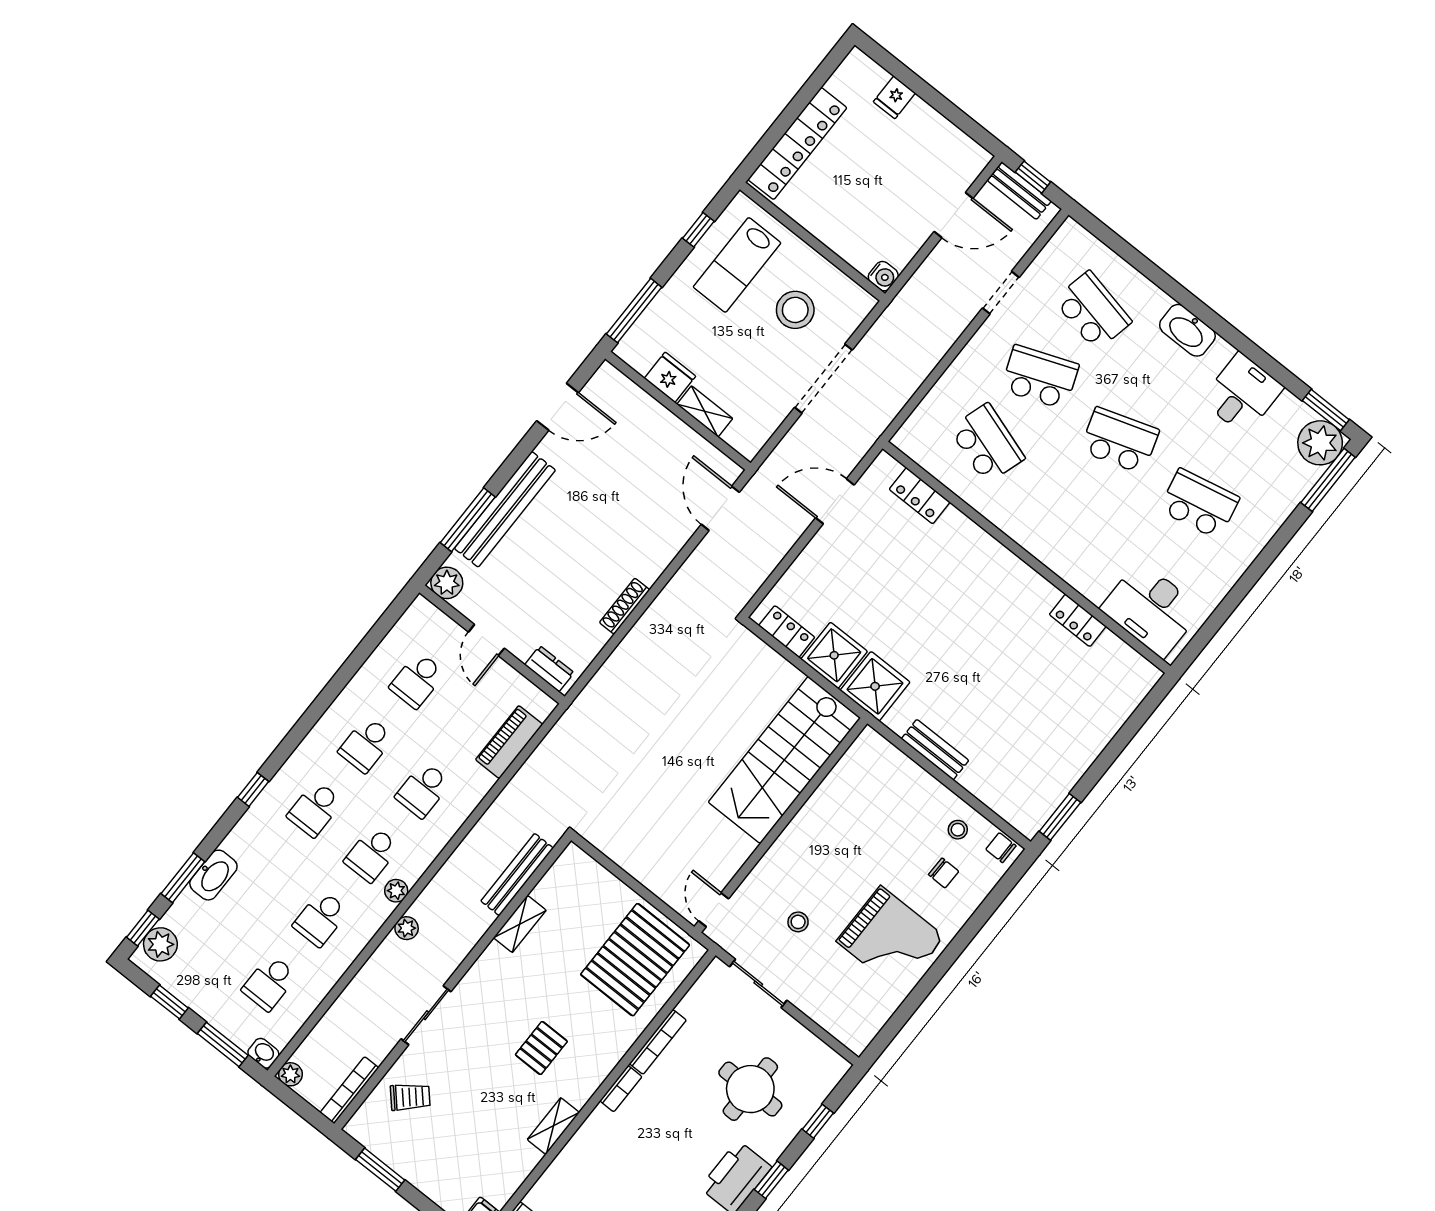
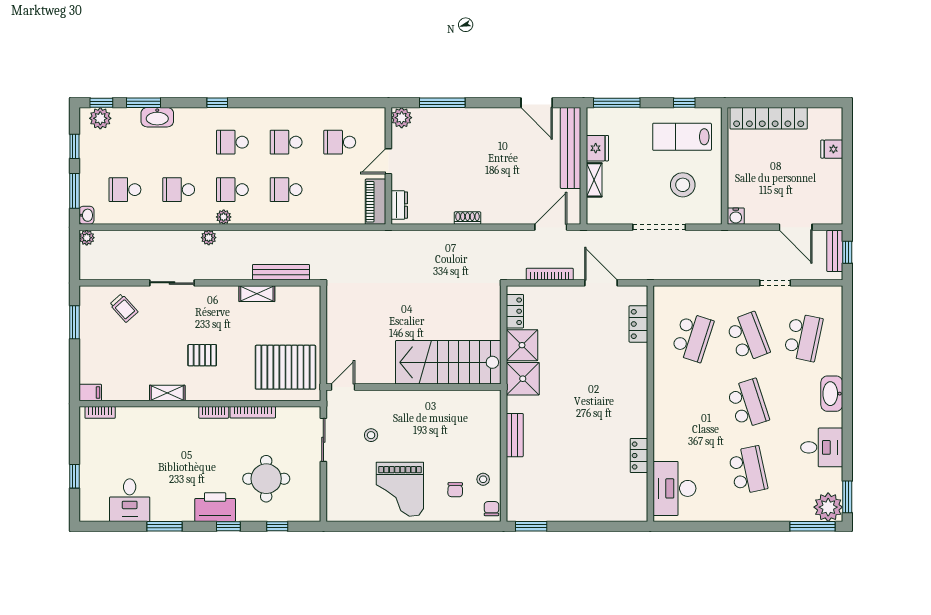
bench: (505, 509) -> (571, 148), moved, turned 90
shoe rack: (625, 606) -> (467, 218), width x0.70
piano: (509, 742) -> (375, 202), moved, turned -90
bookcase: (349, 1090) -> (550, 274), moved

